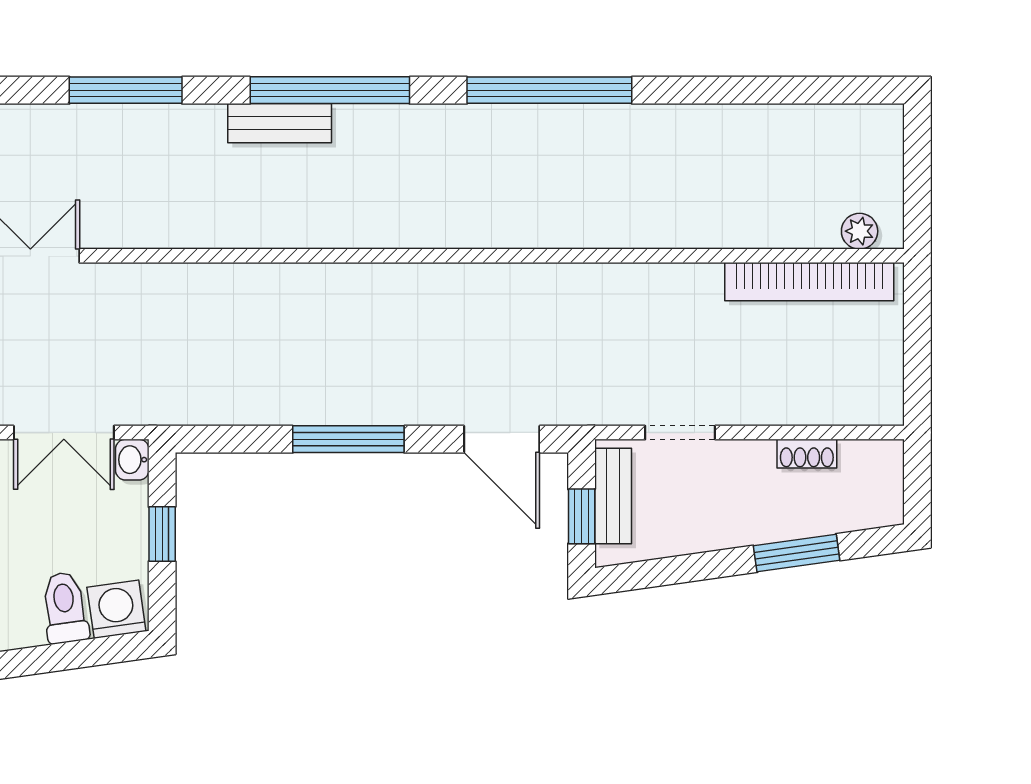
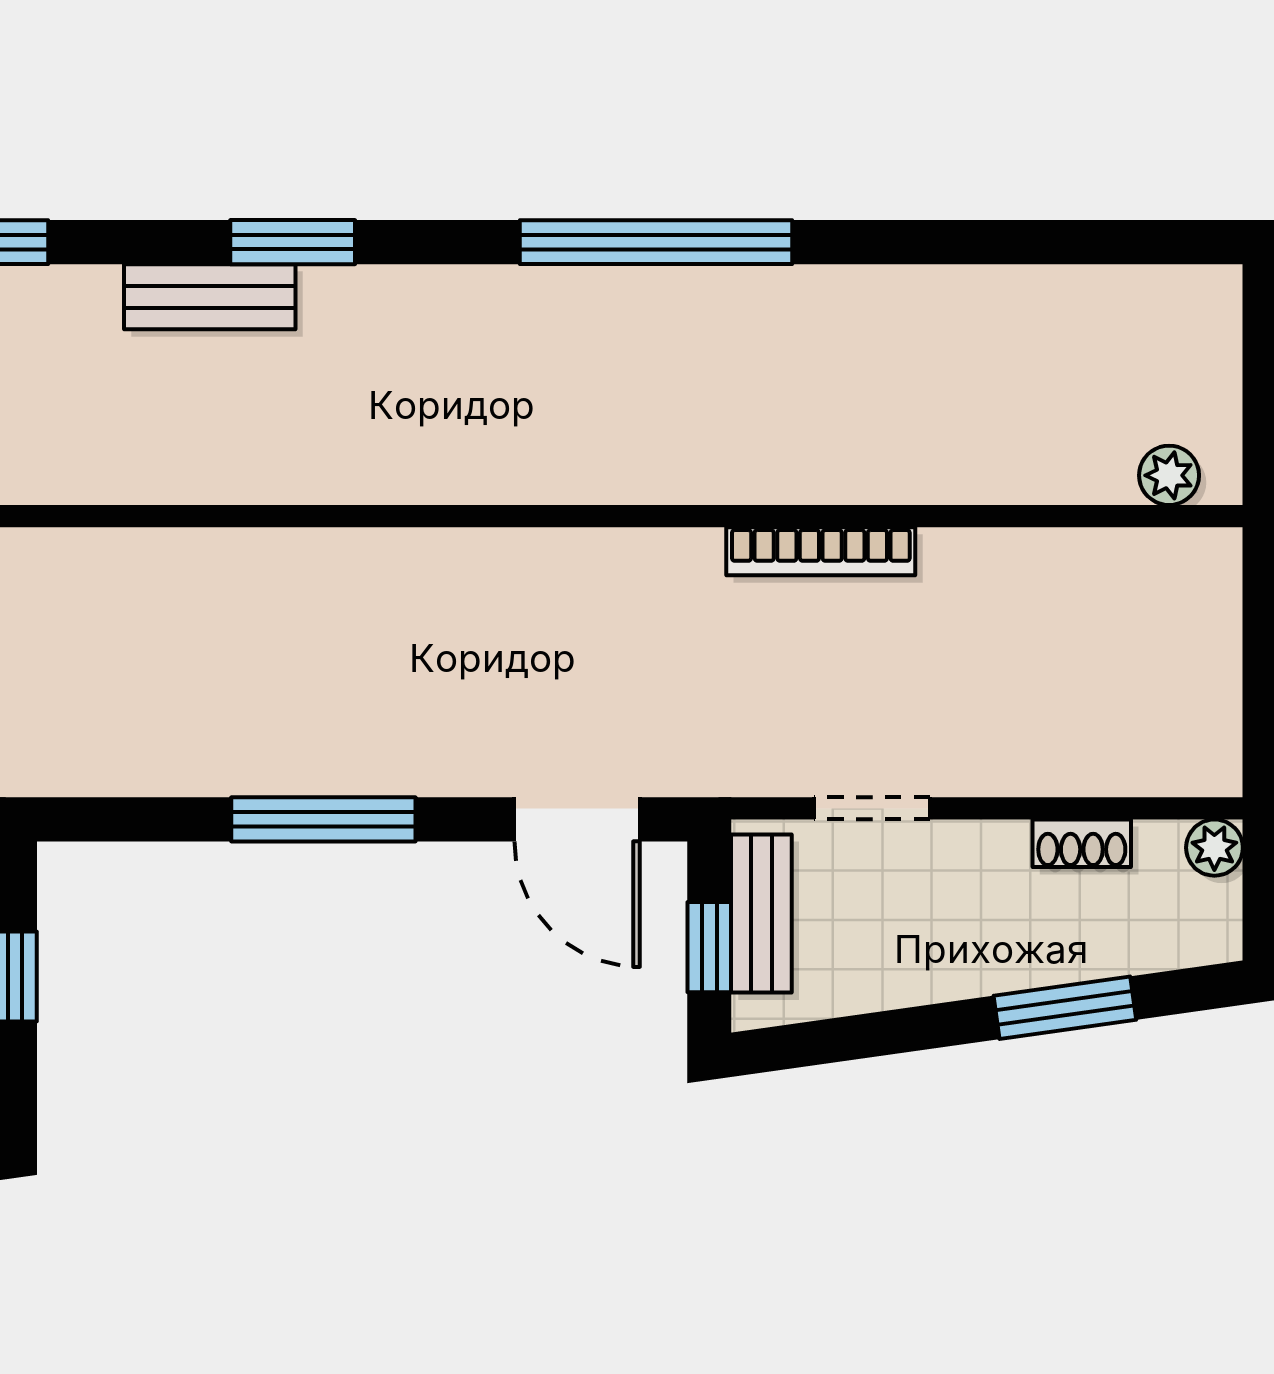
window: (330, 90) -> (293, 242), width x0.47
bookcase: (809, 282) -> (821, 551), moved, width x0.68, depth x0.76
plant: (887, 456) -> (1214, 848), added

